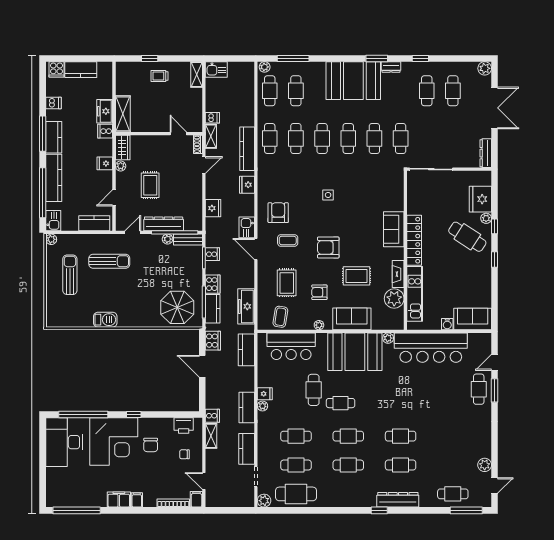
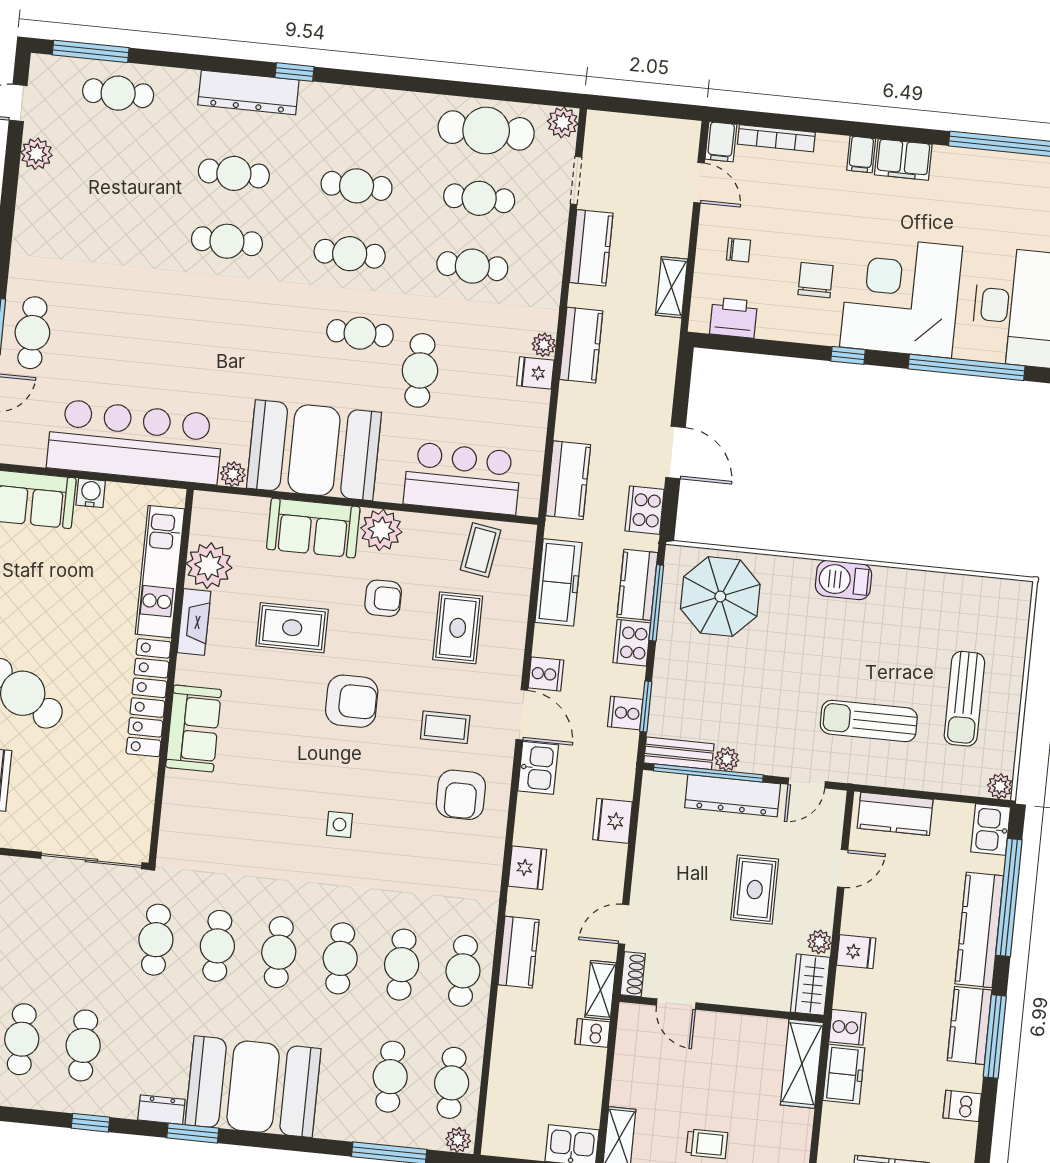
kitchen counter: (247, 149) -> (519, 952), width x0.67
barbecue: (105, 320) -> (843, 580), moved
plant: (319, 325) -> (381, 530), width x1.87, depth x1.87
cooker: (212, 416) -> (546, 674), moved, turned 180

